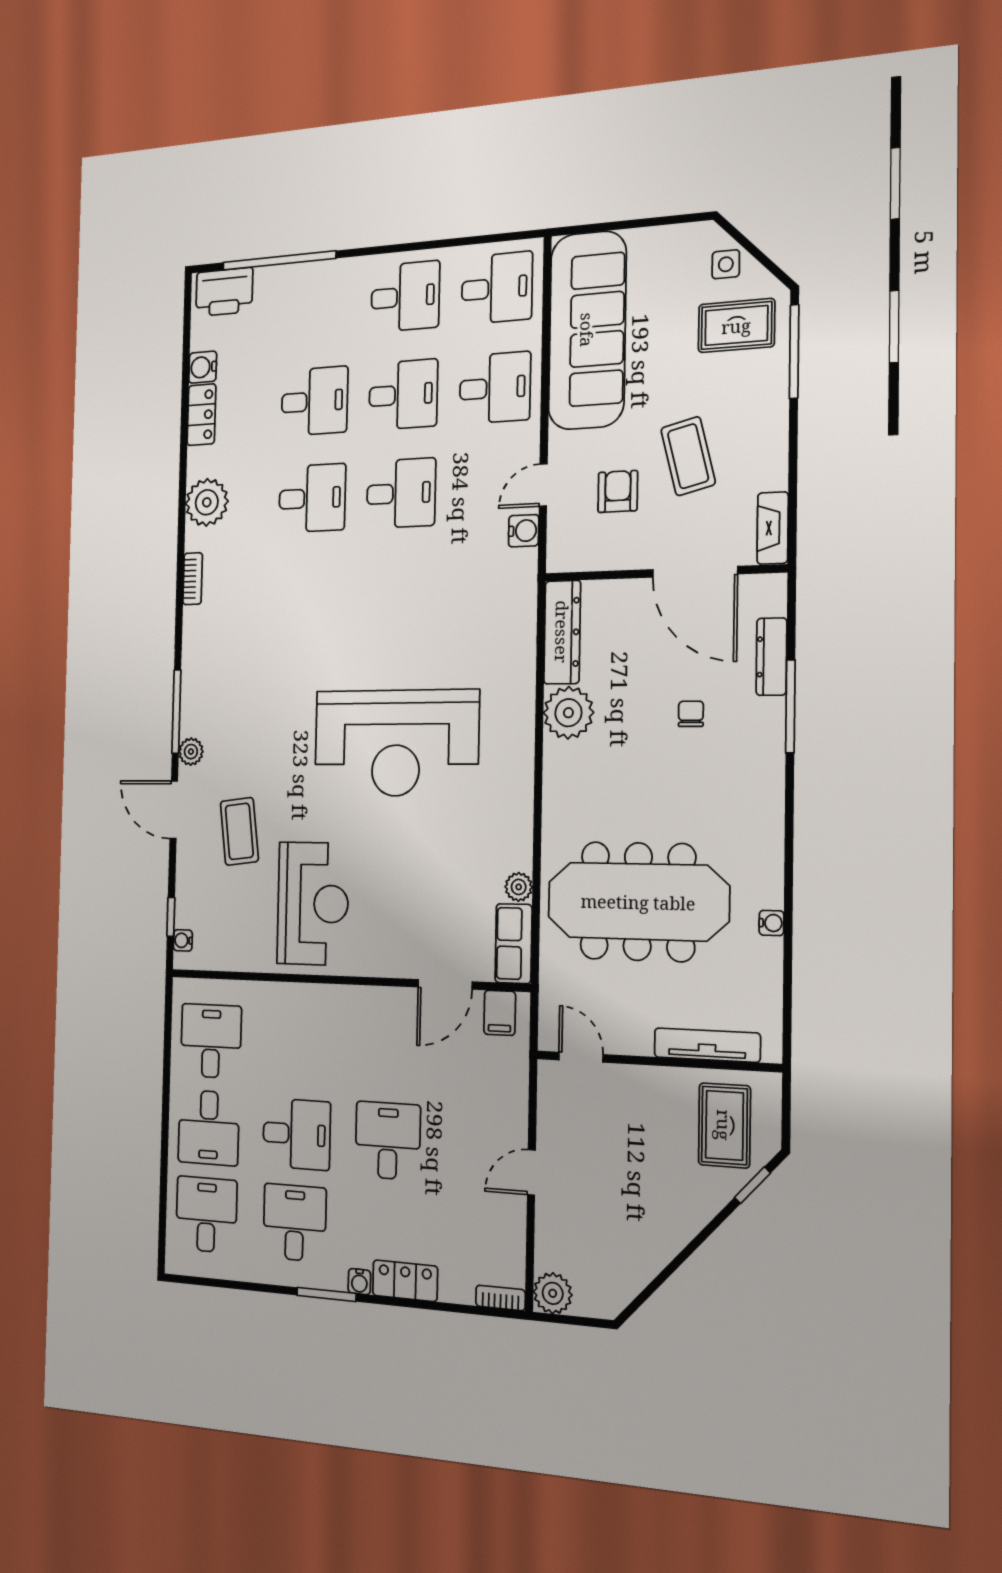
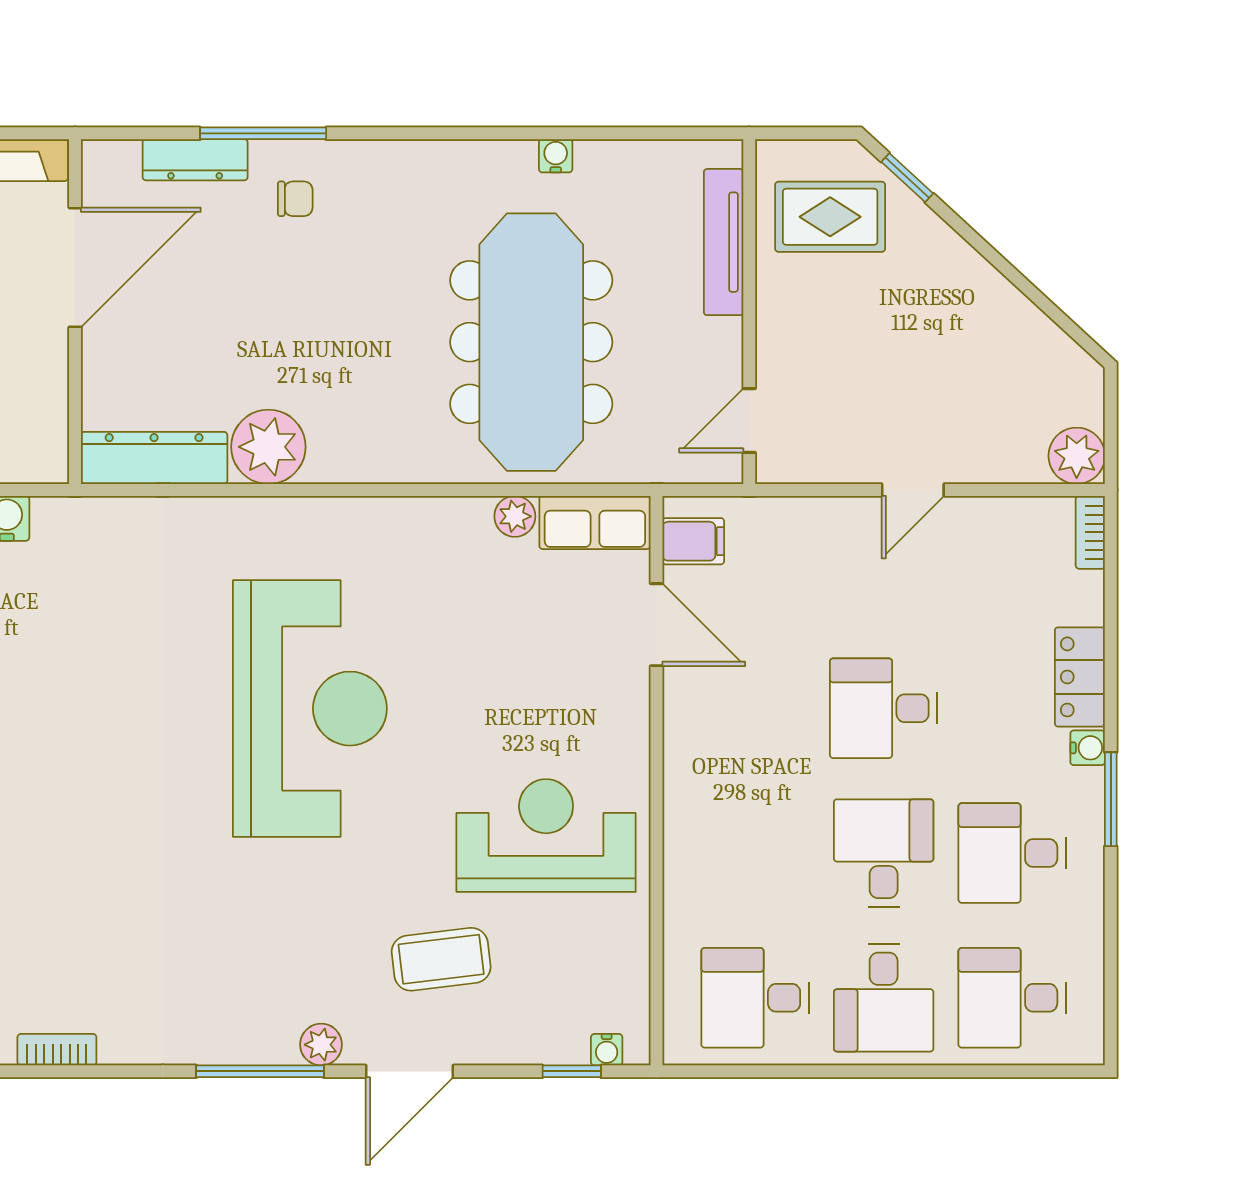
chair: (691, 714) -> (295, 199), moved, turned 180
desk: (209, 1128) -> (884, 998), turned 90
door: (531, 1172) -> (913, 490), hinge flipped

